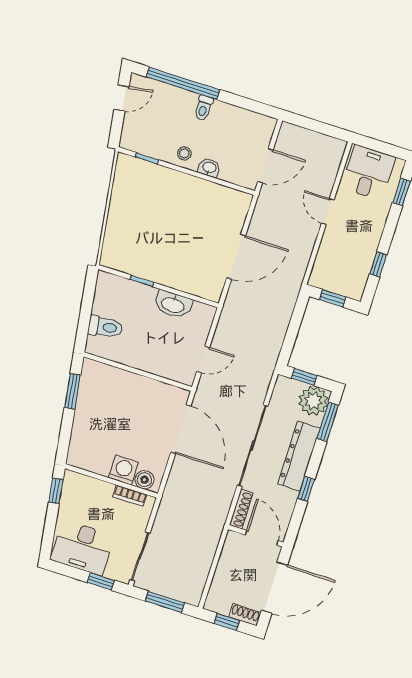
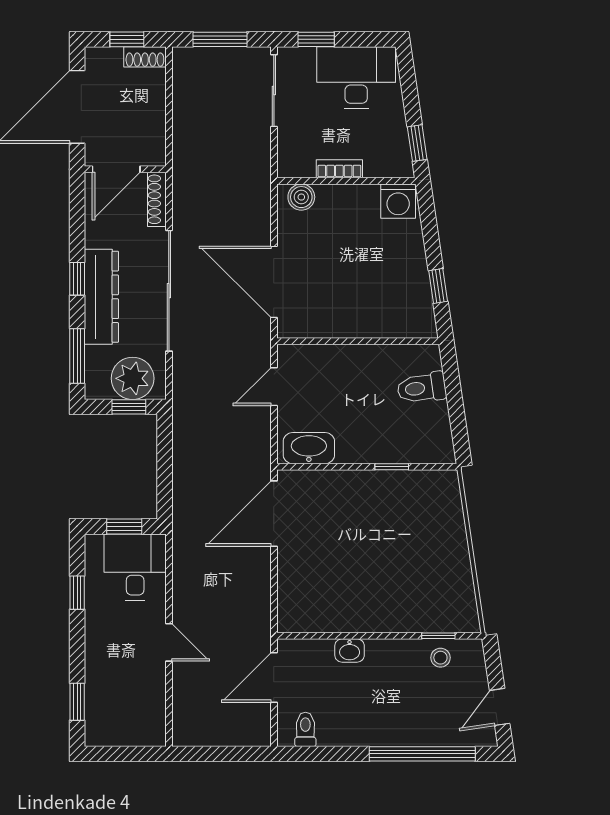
toilet: (203, 108) -> (305, 729), moved
stool: (184, 153) -> (440, 658), moved
desk: (368, 173) -> (135, 567), moved, turned 180
door: (236, 257) -> (274, 514), moved
washbasin: (173, 305) -> (309, 448), moved
window: (72, 391) -> (438, 286), width x0.67
plant: (313, 401) -> (133, 378), moved
washing machine: (123, 470) -> (398, 201), moved
window: (306, 489) -> (77, 279), moved
bookcase: (130, 496) -> (339, 169), moved
door: (262, 538) -> (116, 169), hinge flipped
shoe rack: (245, 615) -> (145, 57), moved

